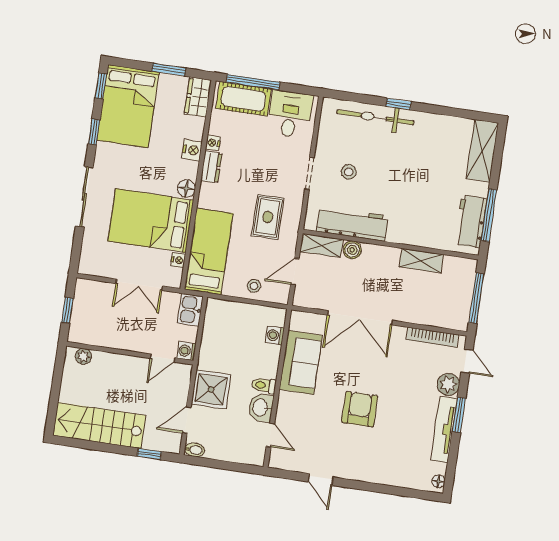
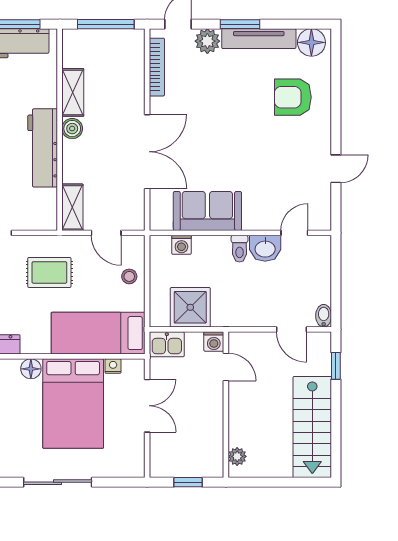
workbench: (352, 224) -> (43, 148), moved
boiler: (352, 250) -> (72, 129), moved
shower: (211, 389) -> (190, 307), moved
armchair: (360, 409) -> (293, 97), moved
floor lamp: (438, 481) -> (311, 42), width x1.89, depth x1.89

